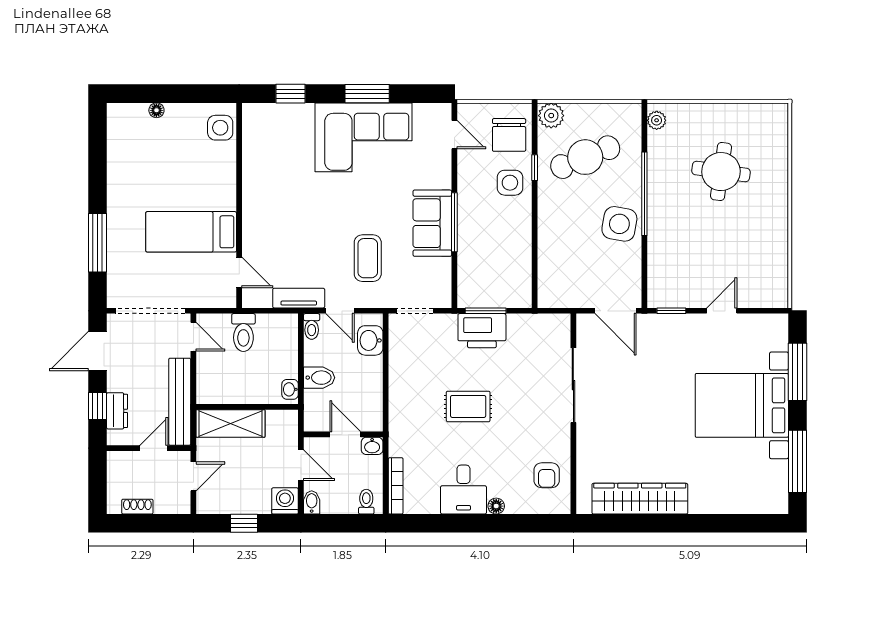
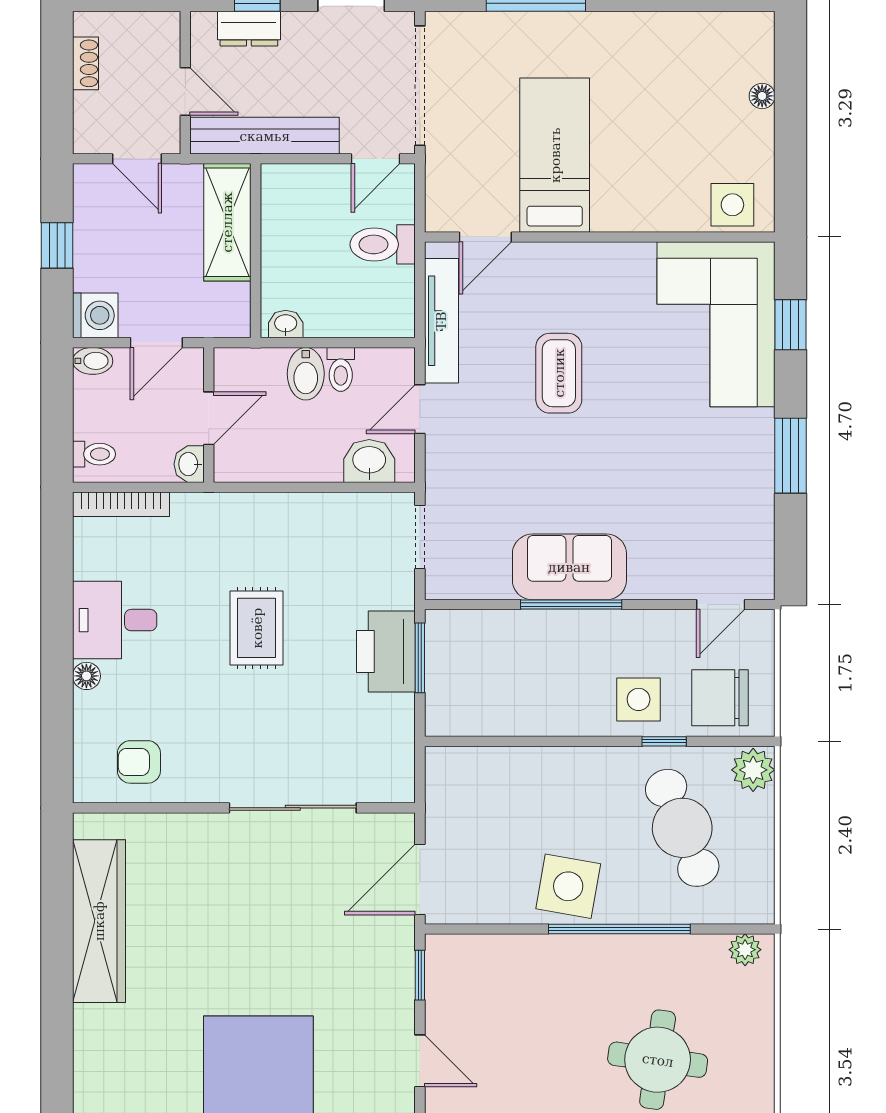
corner sofa: (364, 137) -> (716, 324), moved
coffee table: (368, 258) -> (559, 373), moved, turned 90
tv unit: (299, 298) -> (441, 321), width x1.41
toilet: (312, 326) -> (341, 369), moved, turned -90

